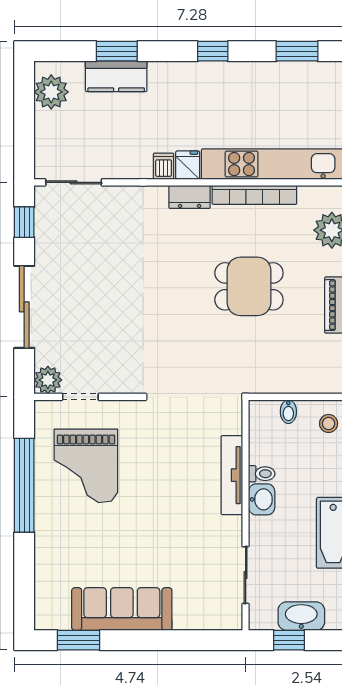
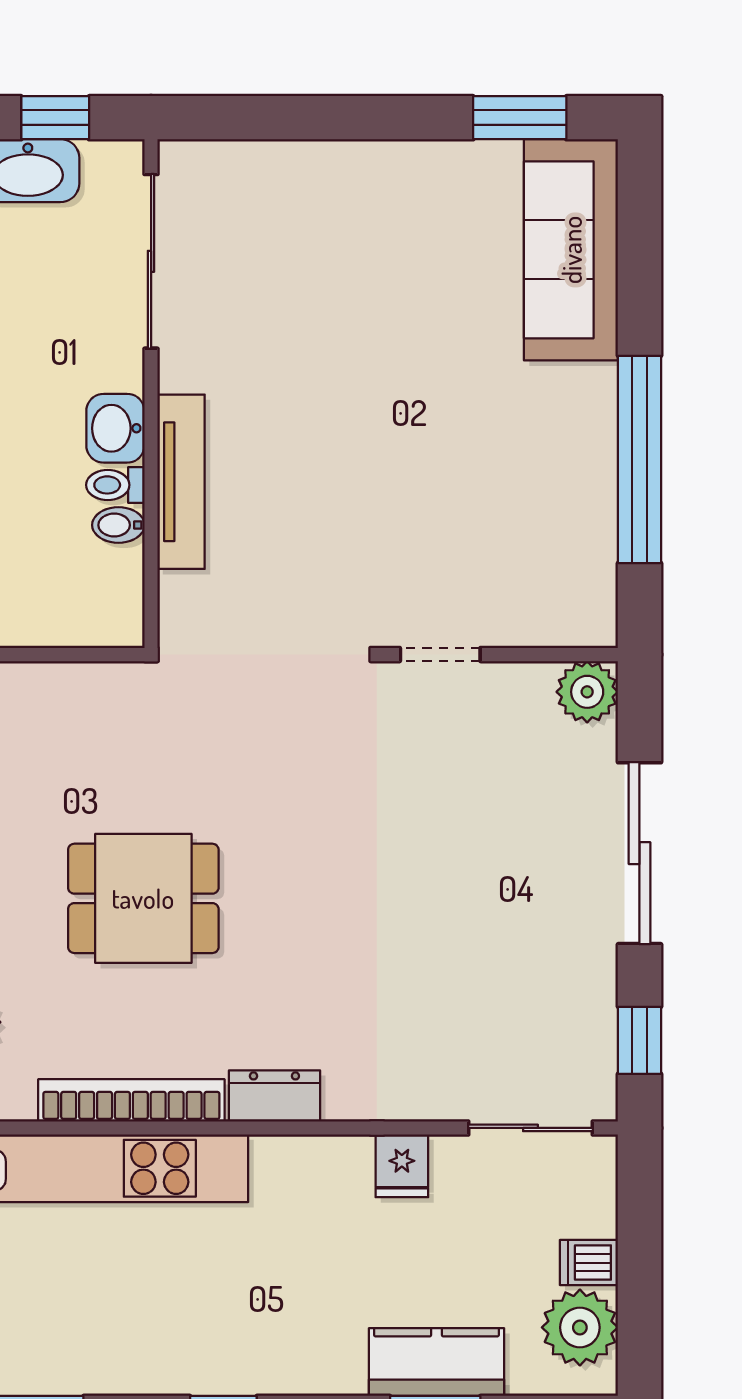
fridge: (188, 165) -> (402, 1166), moved
dishwasher: (164, 166) -> (589, 1263), moved, turned 90
doorway: (80, 397) -> (440, 655), moved
bidet: (288, 412) -> (118, 525), moved, turned -90
grand piano: (86, 466) -> (503, 502), removed
sliding door: (246, 575) -> (151, 261), width x1.37
sofa: (122, 609) -> (571, 250), moved, turned 90

